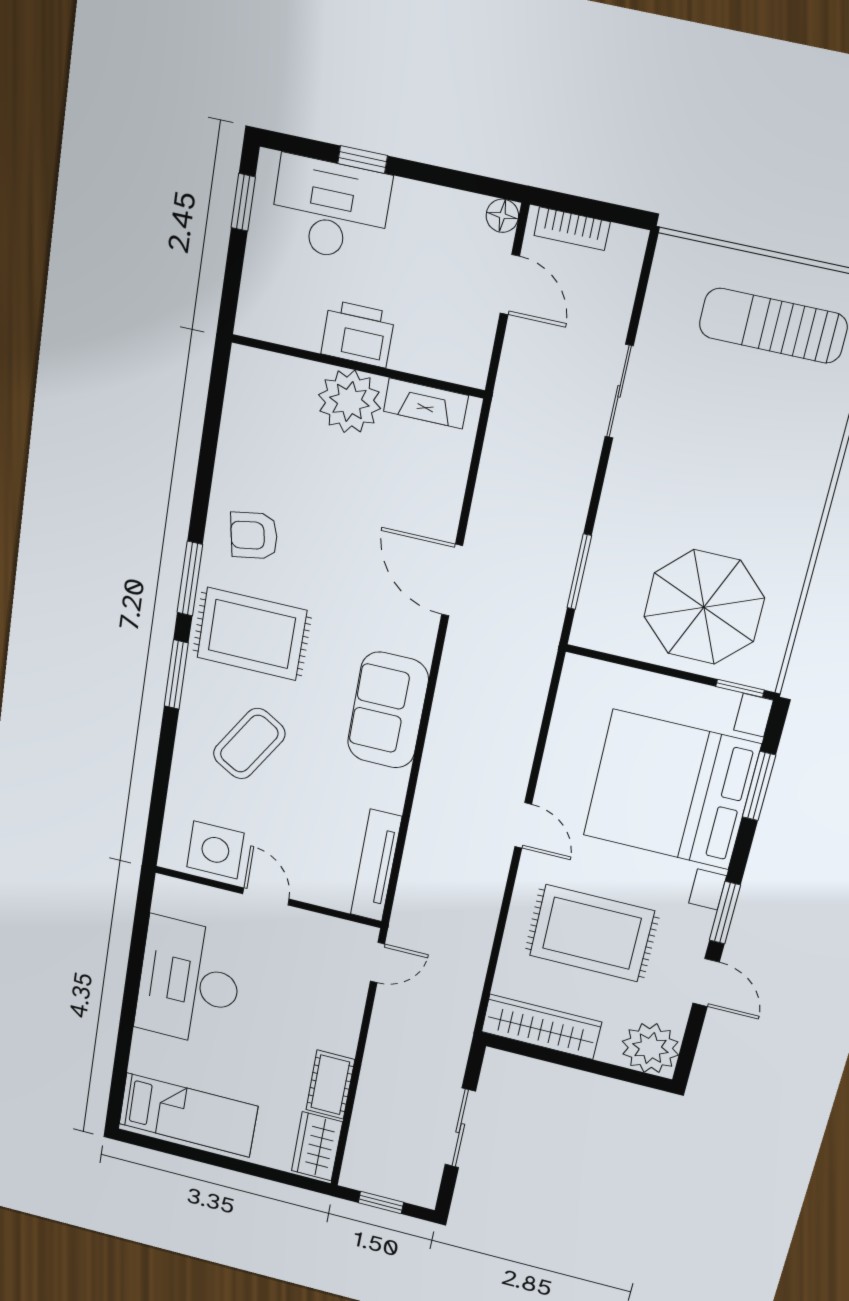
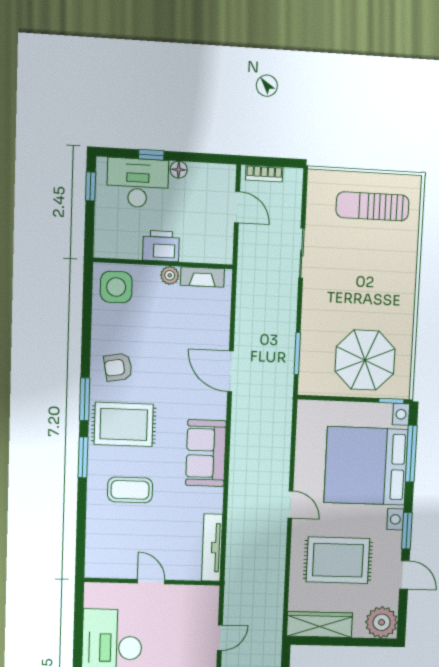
floor lamp: (502, 216) -> (179, 170), moved
plant: (349, 402) -> (170, 275), width x0.53, depth x0.53
coffee table: (249, 744) -> (130, 490), turned 59
window: (759, 786) -> (411, 454), width x1.44
side table: (215, 850) -> (116, 287), moved
door: (377, 963) -> (220, 638), moved

